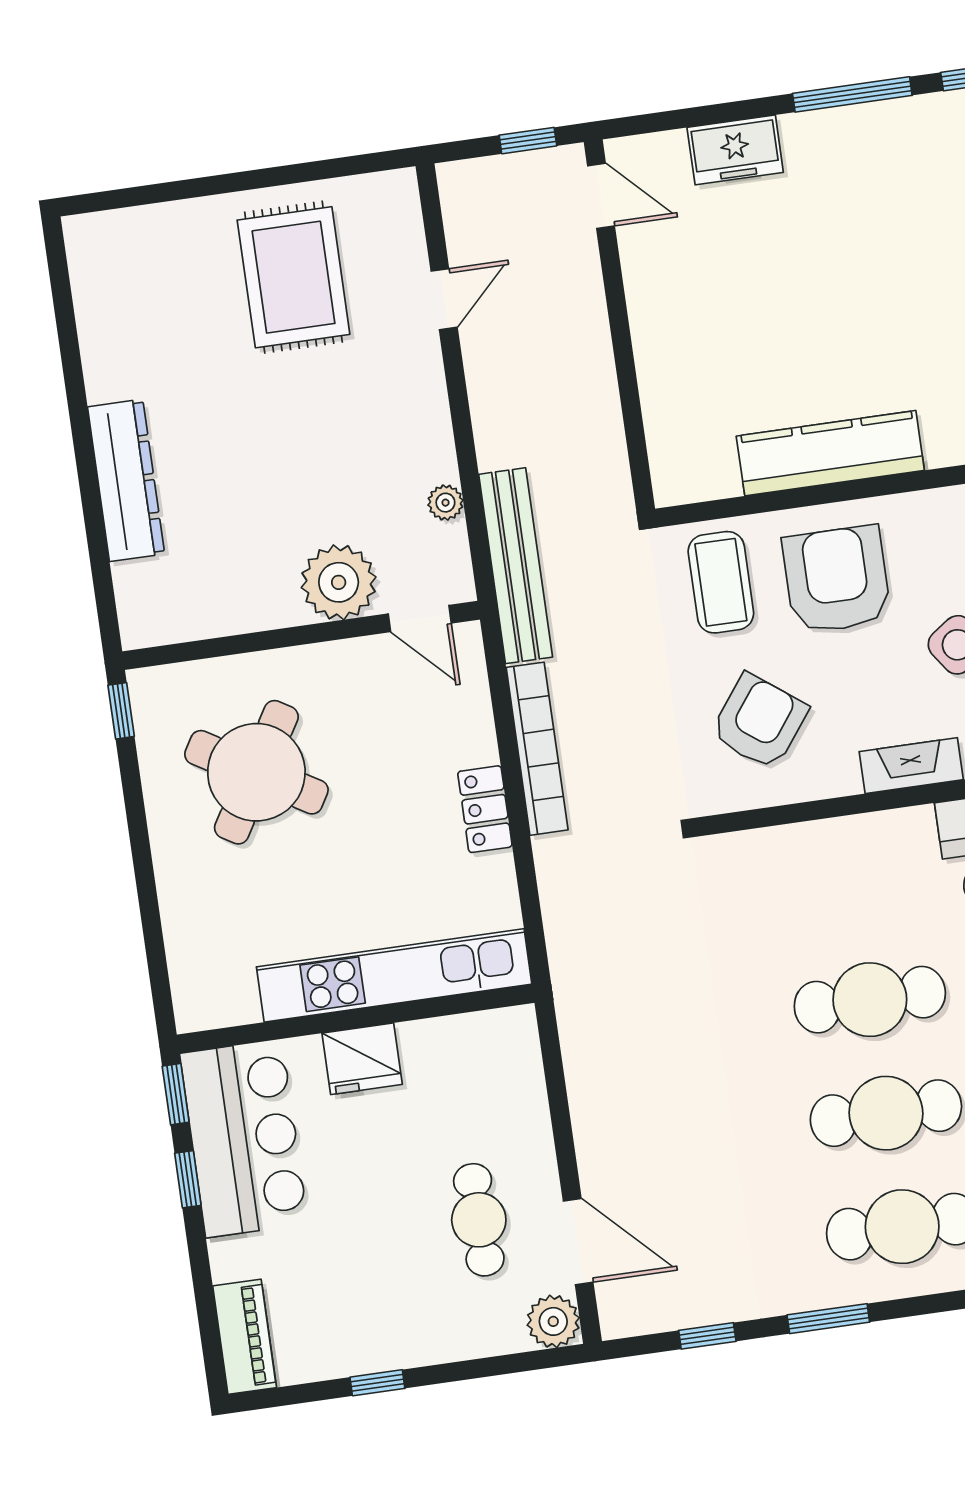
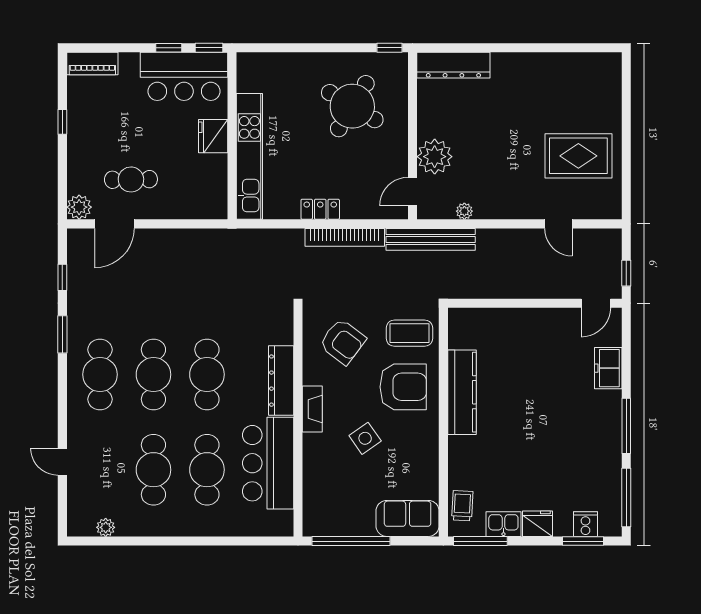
dresser: (126, 480) -> (453, 65), moved
dresser: (860, 840) -> (281, 381), added

